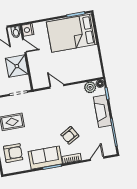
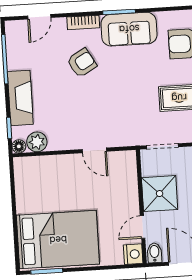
door: (24, 46) -> (143, 227), hinge flipped

